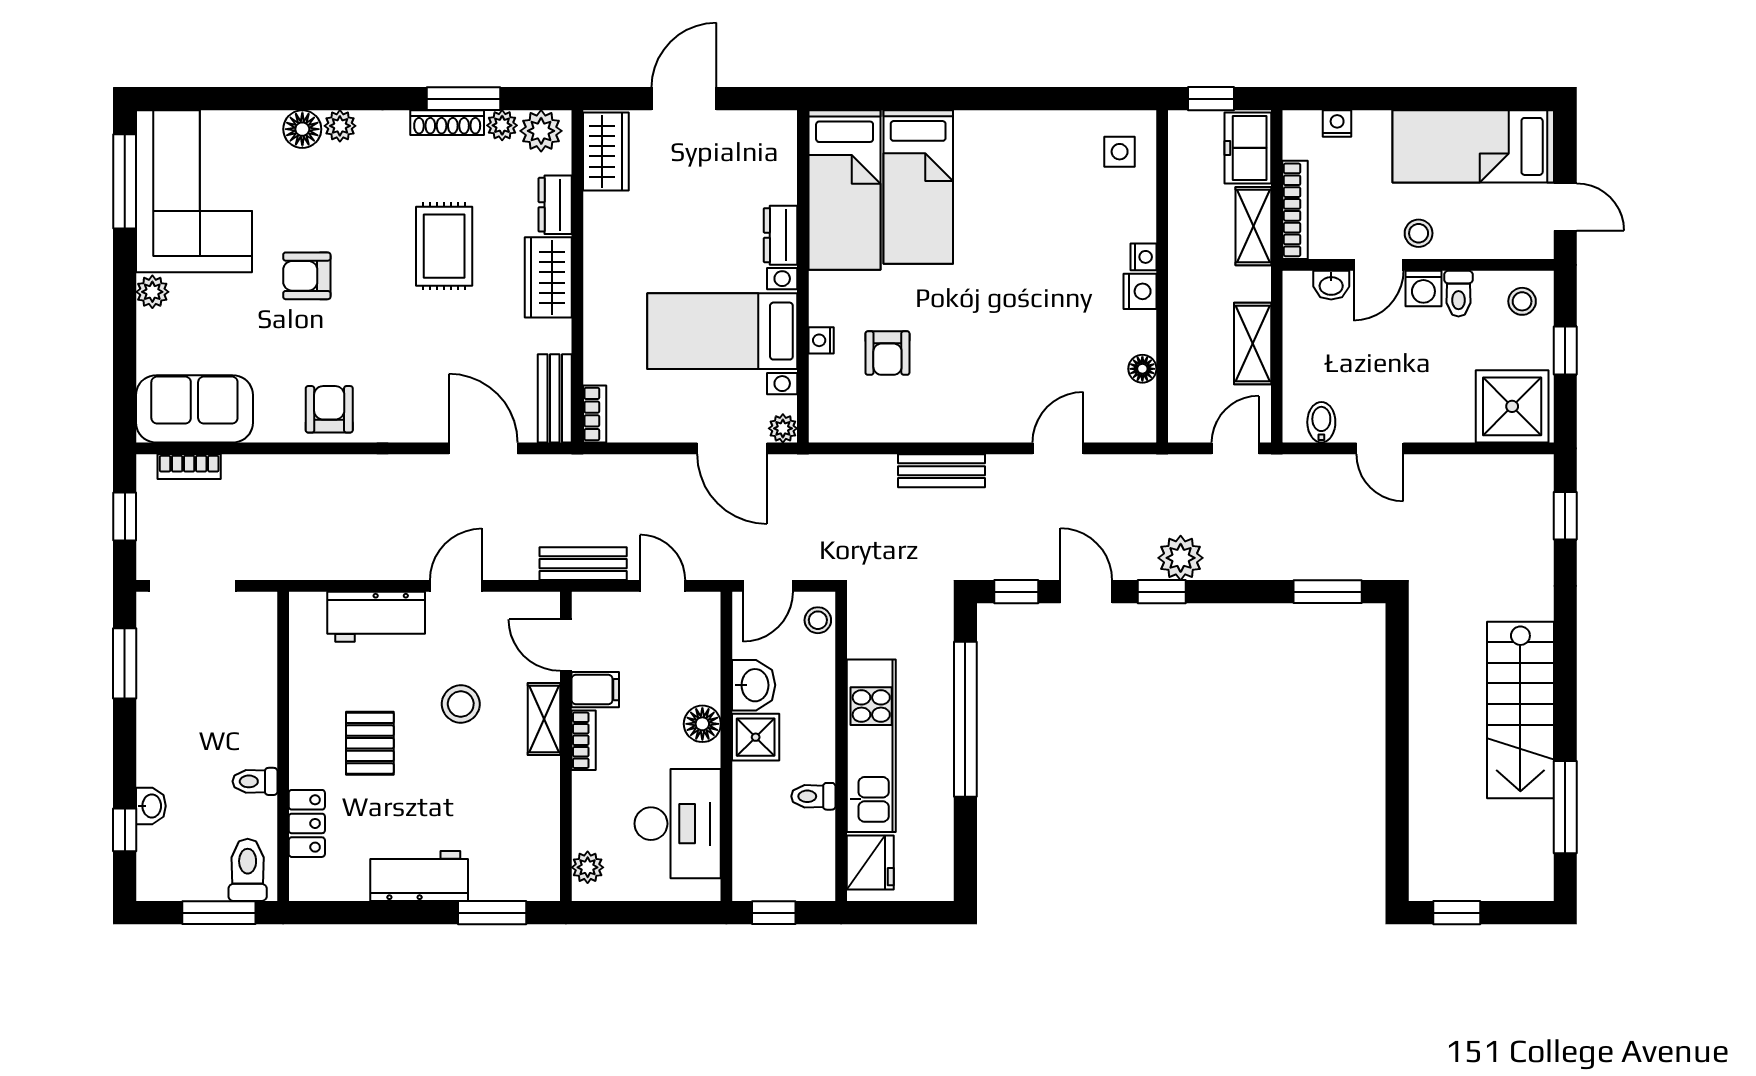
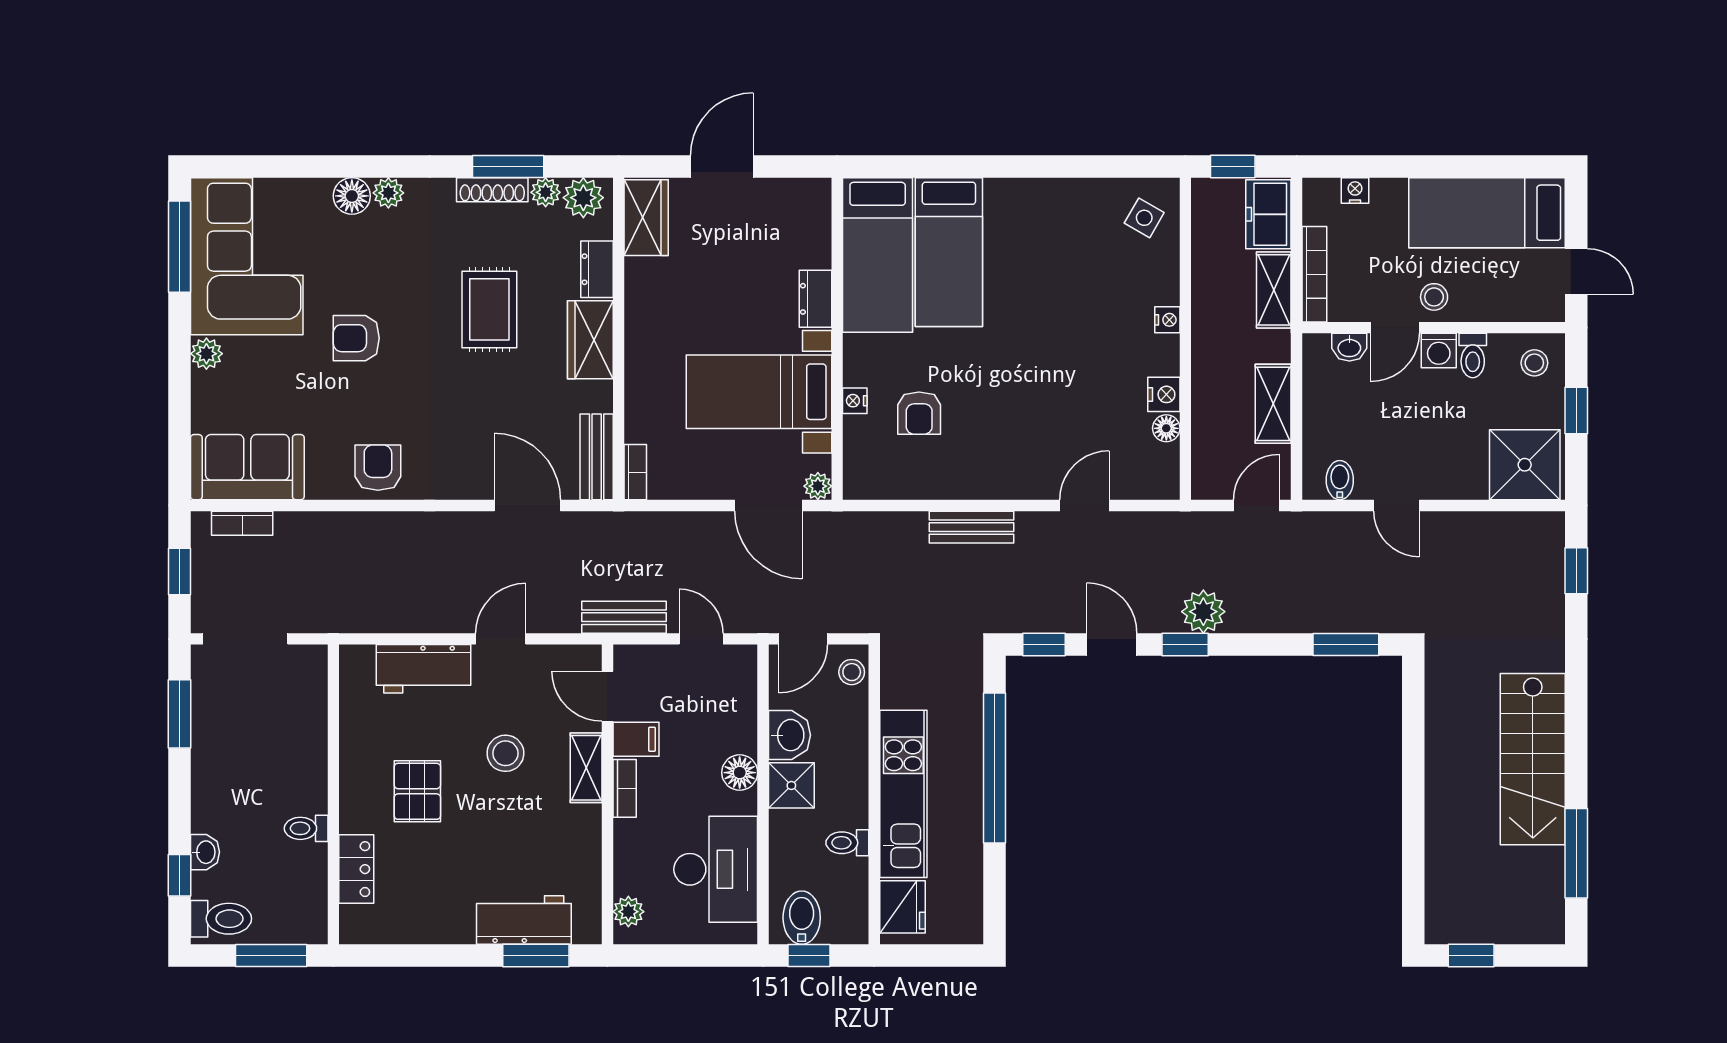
side table: (1120, 152) -> (1144, 218), turned 30
nightstand: (1140, 291) -> (1164, 394), moved
toilet: (248, 870) -> (221, 919), moved, turned 90
bidet: (766, 874) -> (802, 918), added
workbench: (419, 876) -> (524, 920), moved

